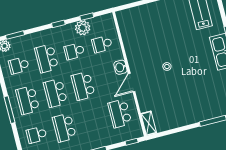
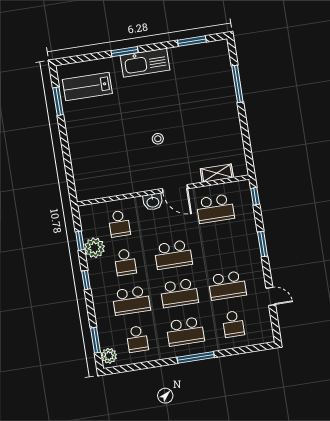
shelving: (149, 123) -> (217, 173), moved

